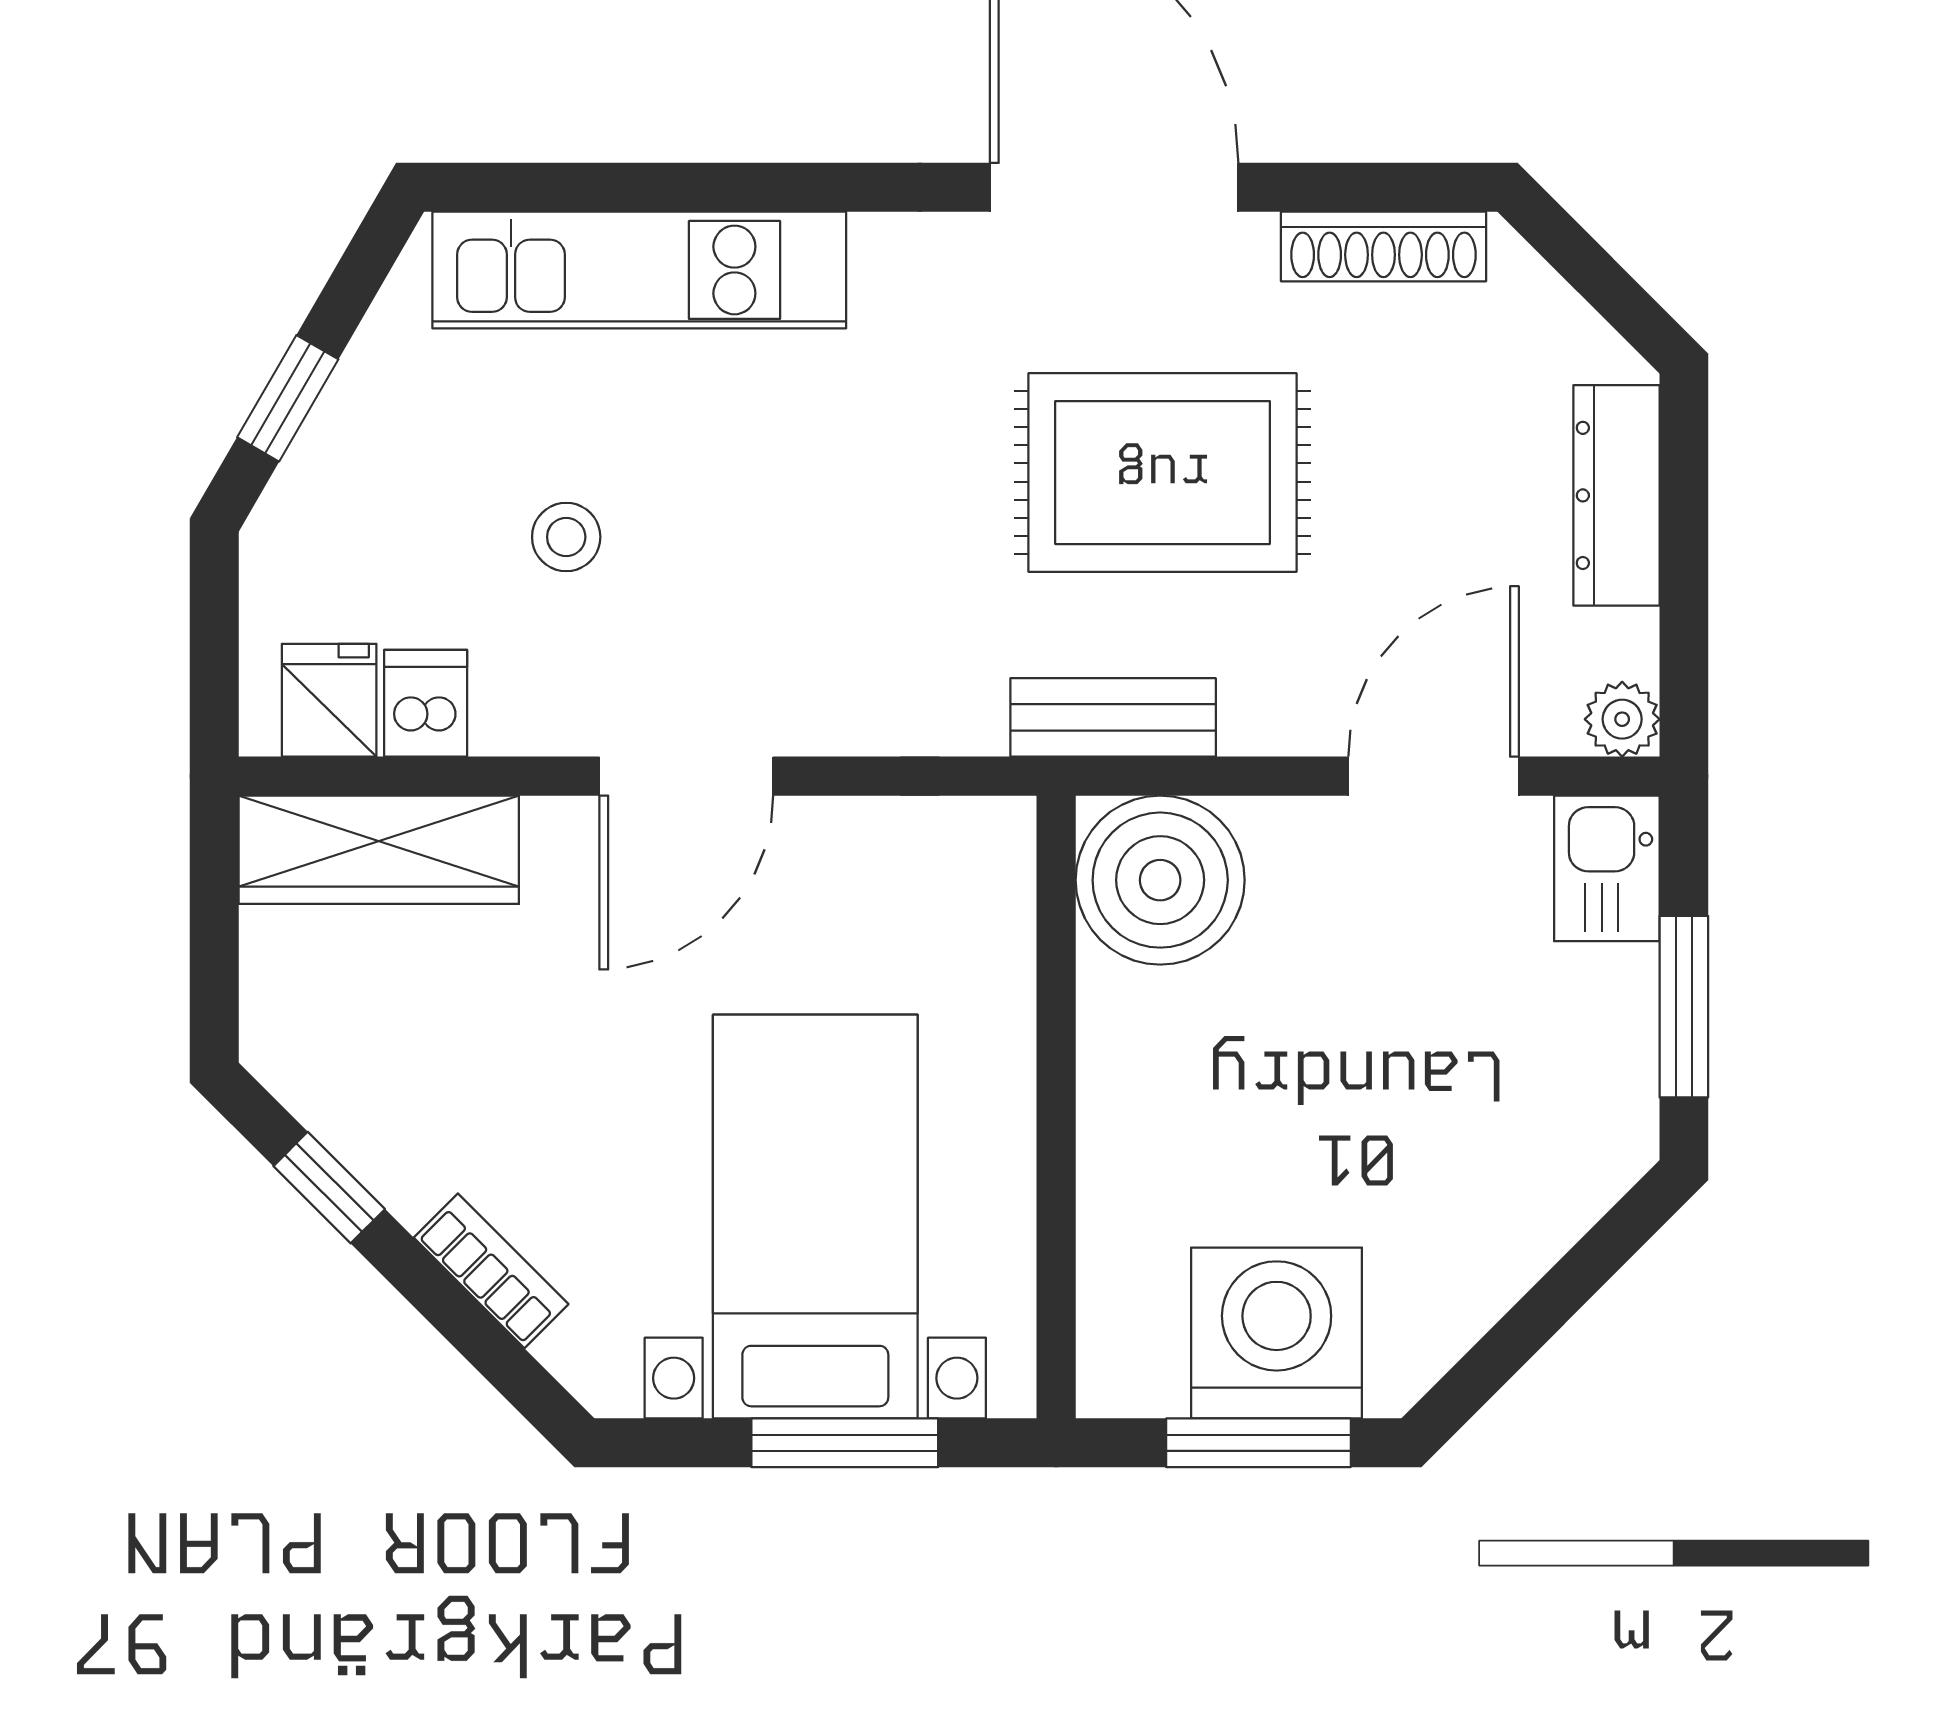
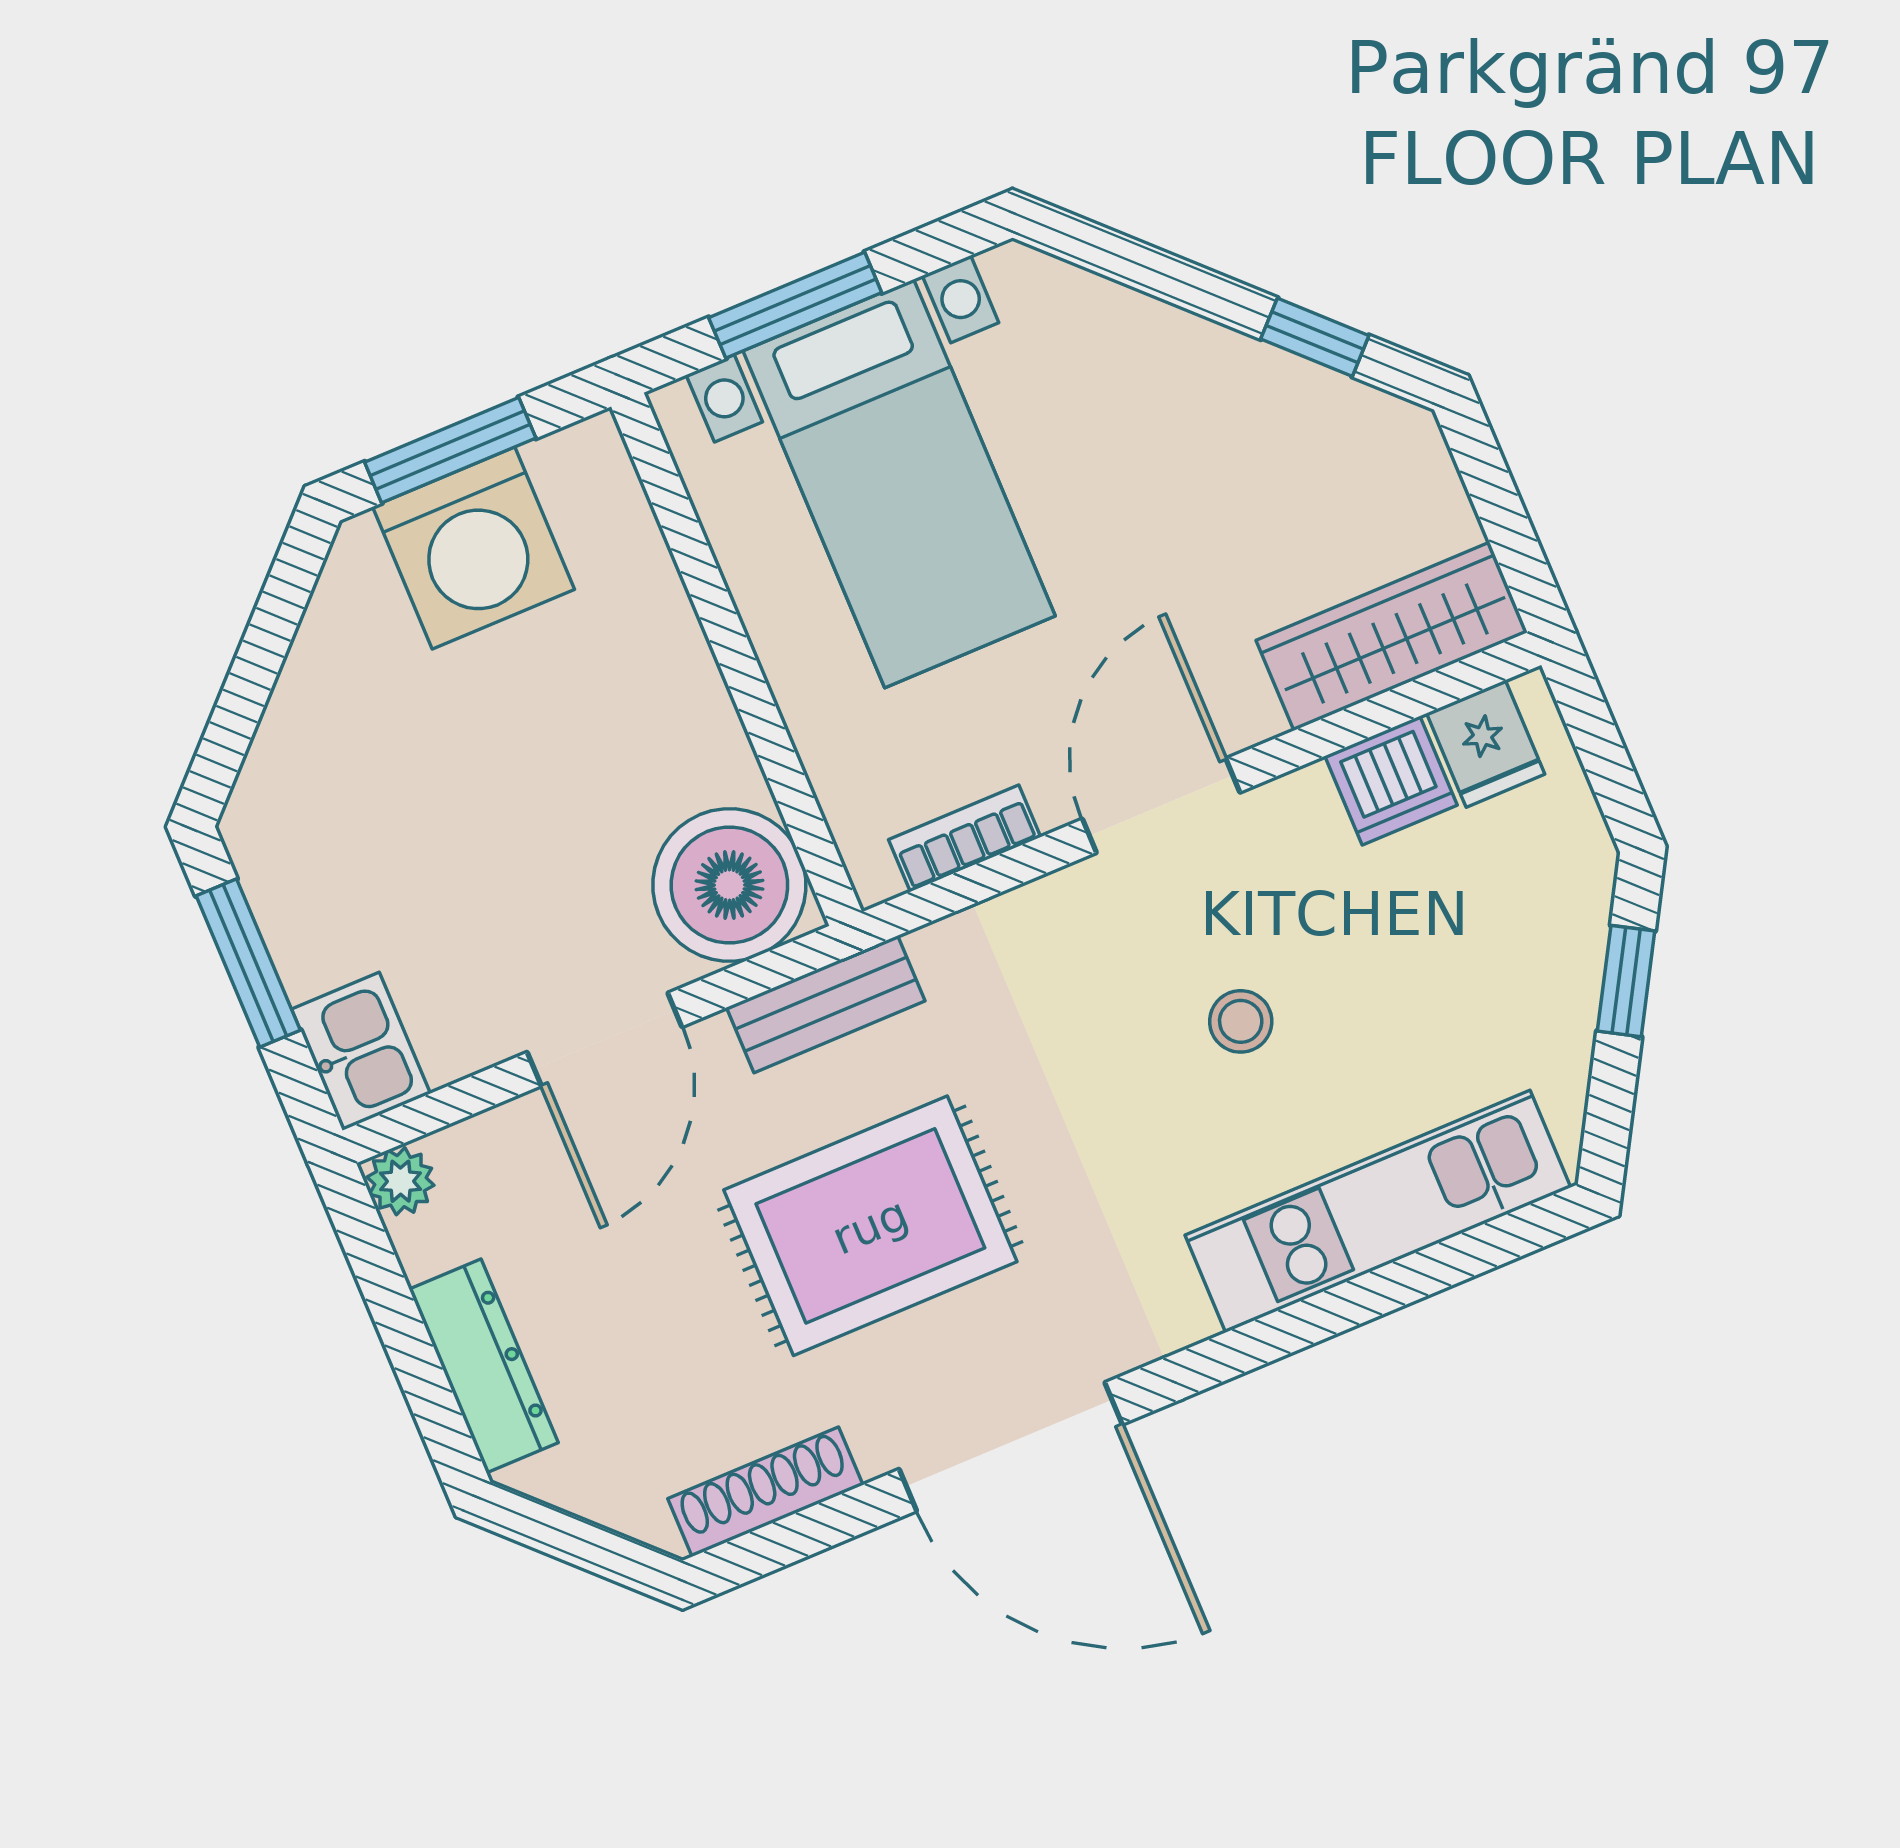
stool: (566, 537) -> (1241, 1021), moved
dishwasher: (426, 703) -> (1391, 780), width x1.38
door: (1434, 776) -> (605, 1040), moved
bookcase: (491, 1271) -> (965, 838), moved, turned 135

